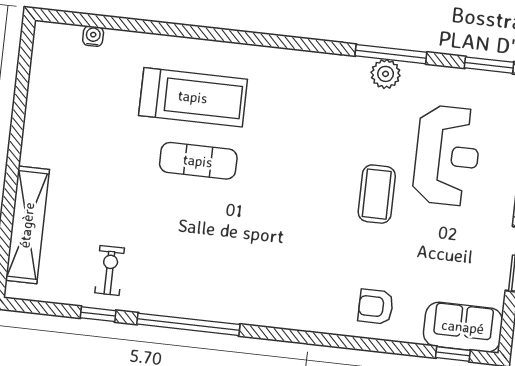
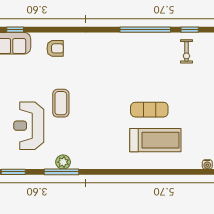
treadmill: (193, 97) -> (155, 140), turned 180

